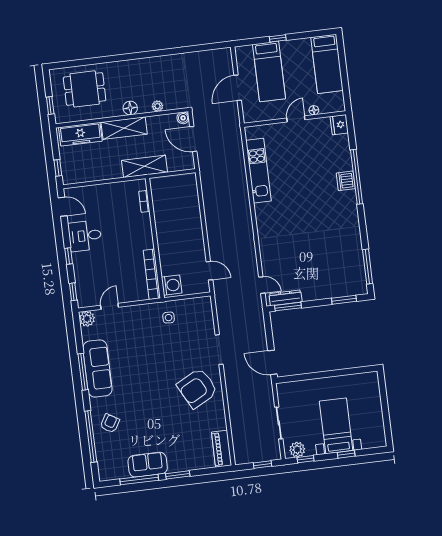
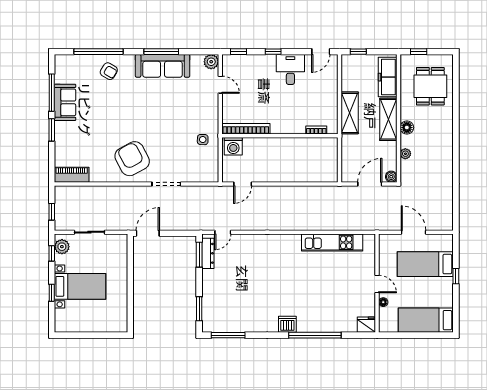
shelving: (145, 166) -> (350, 113), moved
dishwasher: (346, 181) -> (287, 324), moved

